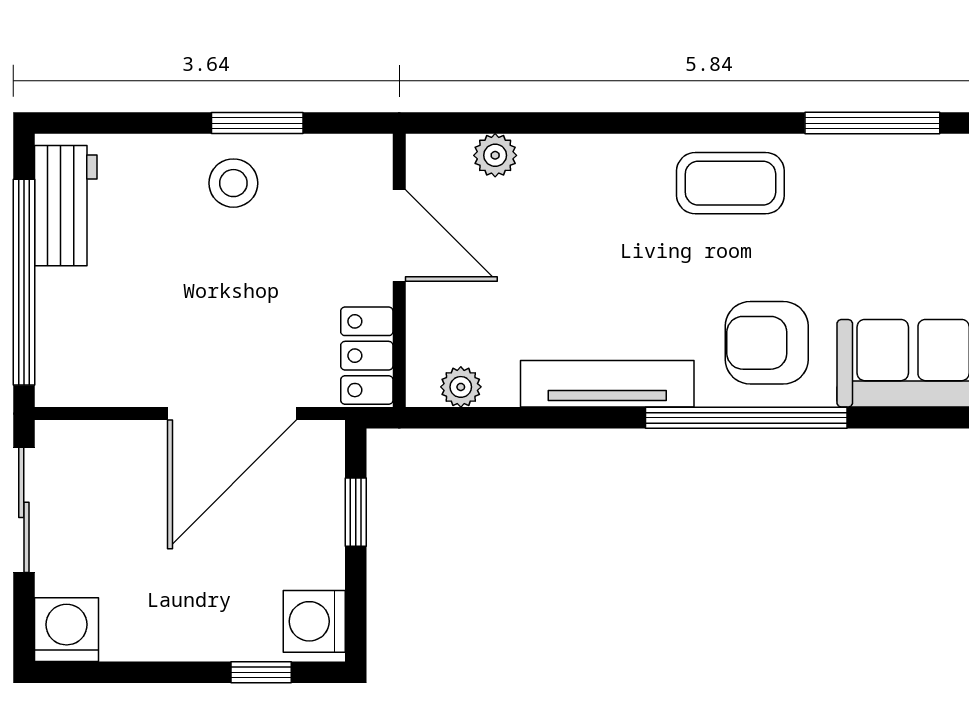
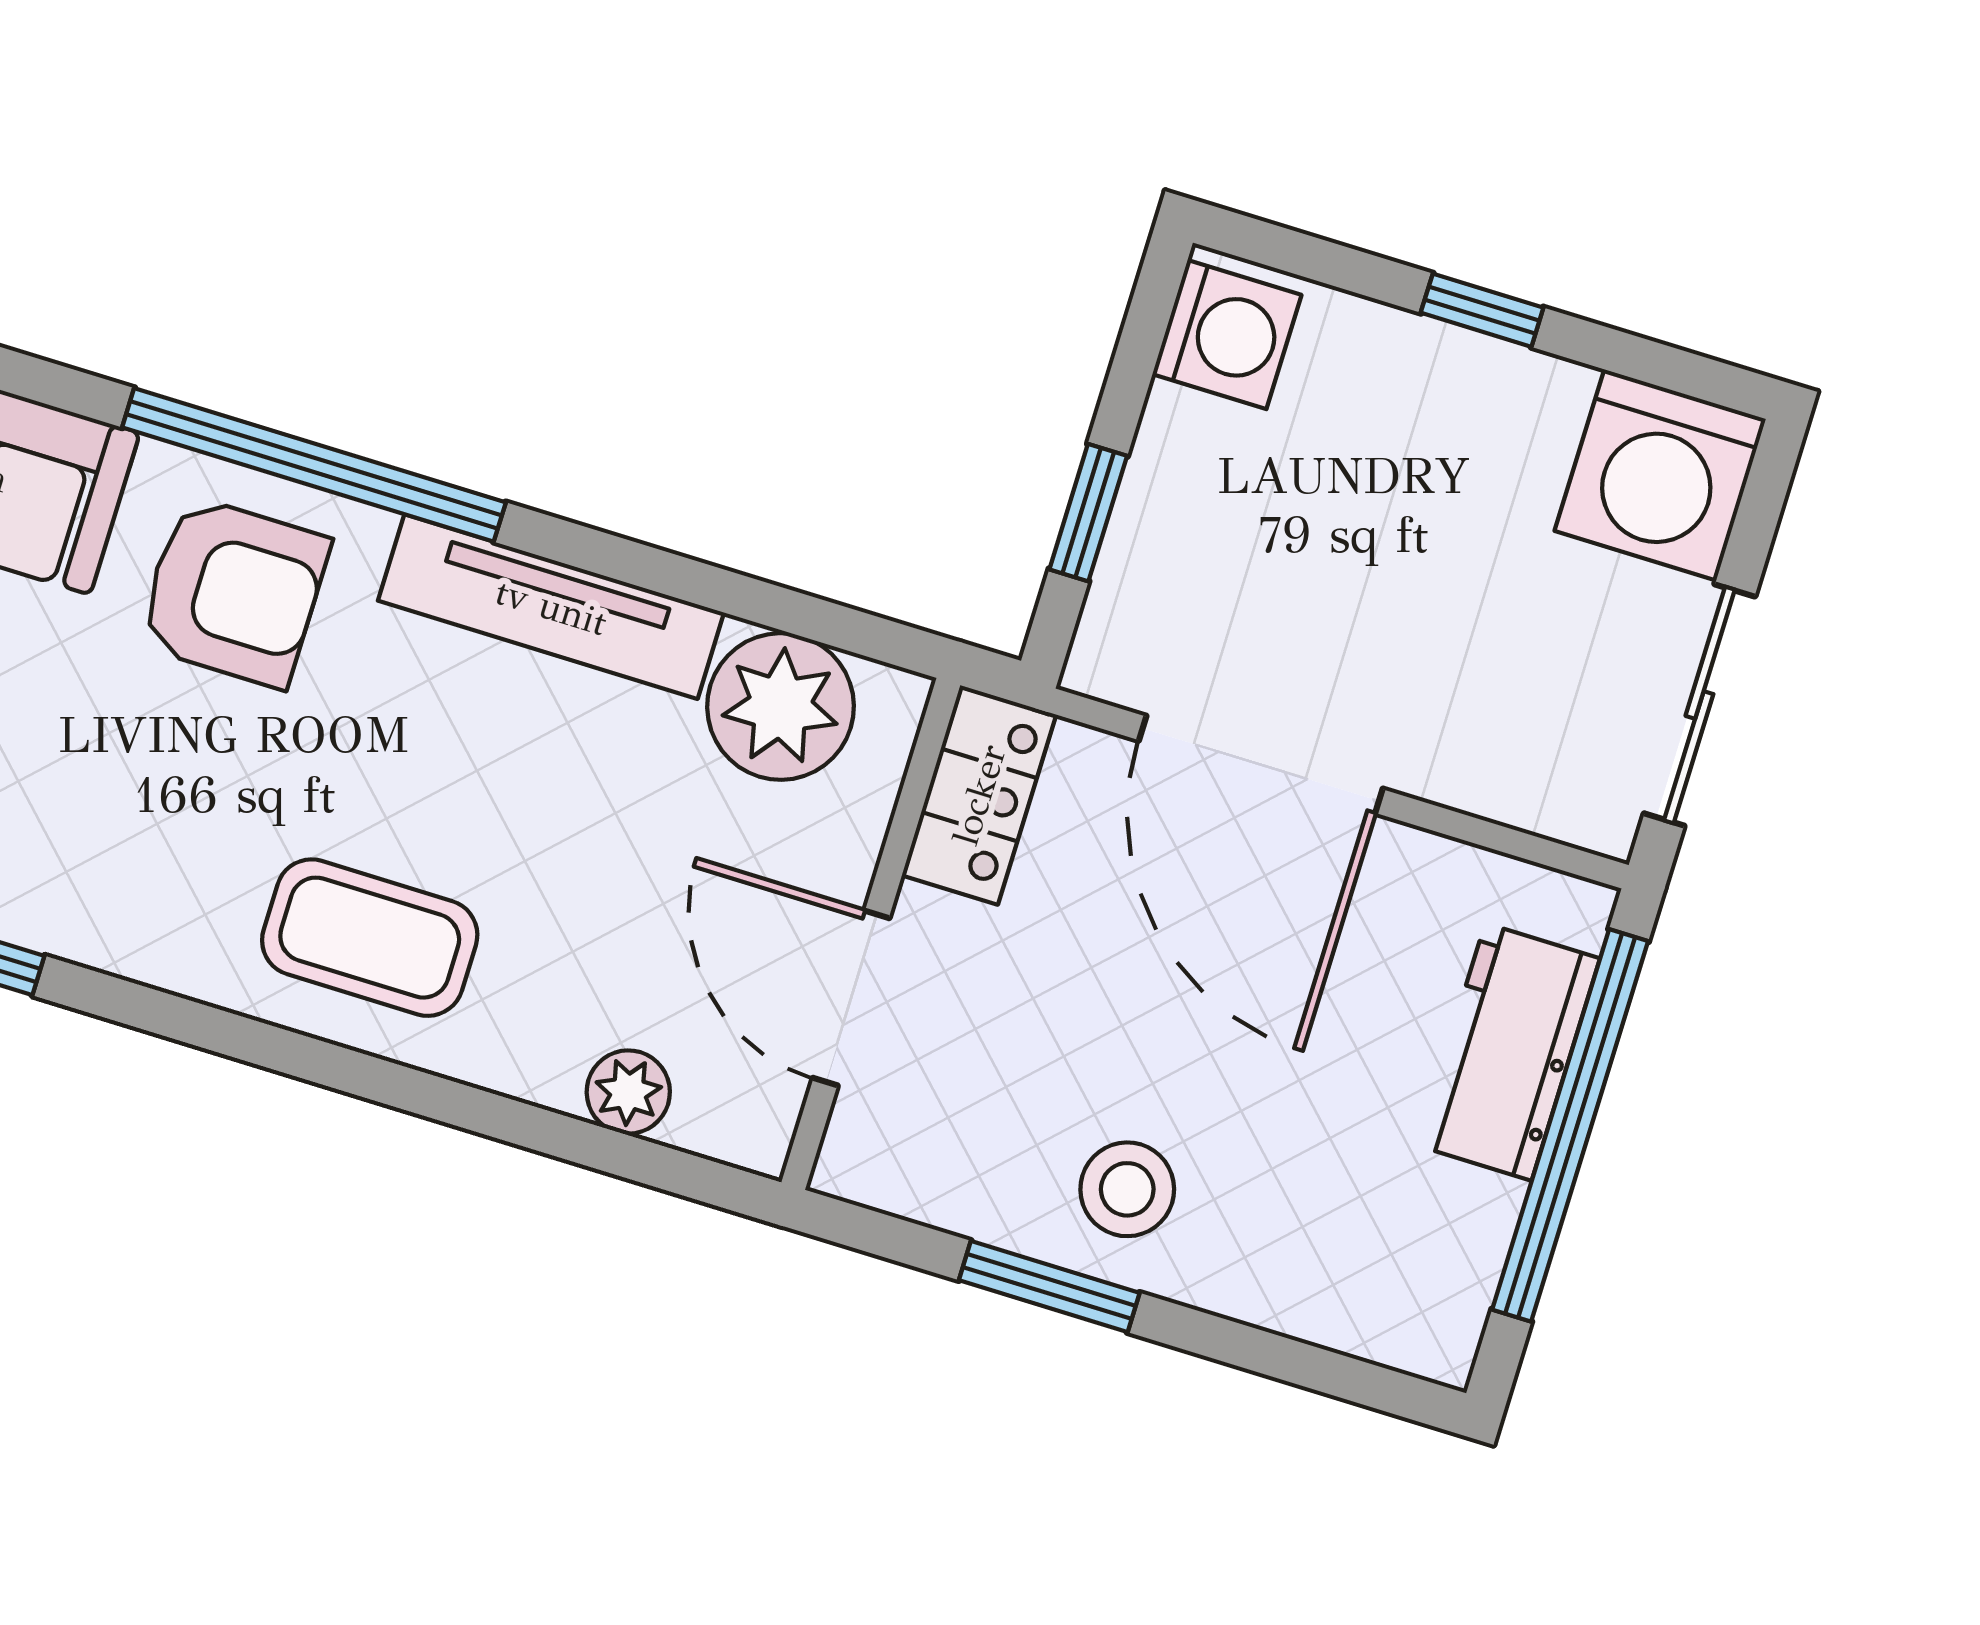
coffee table: (730, 183) -> (370, 938), moved
workbench: (66, 206) -> (1508, 1052), moved
plant: (461, 387) -> (781, 707), width x1.88, depth x1.88
door: (232, 414) -> (1261, 765), swing flipped
washing machine: (67, 630) -> (1660, 475), width x1.37, depth x1.37
window: (261, 672) -> (1482, 310), moved

